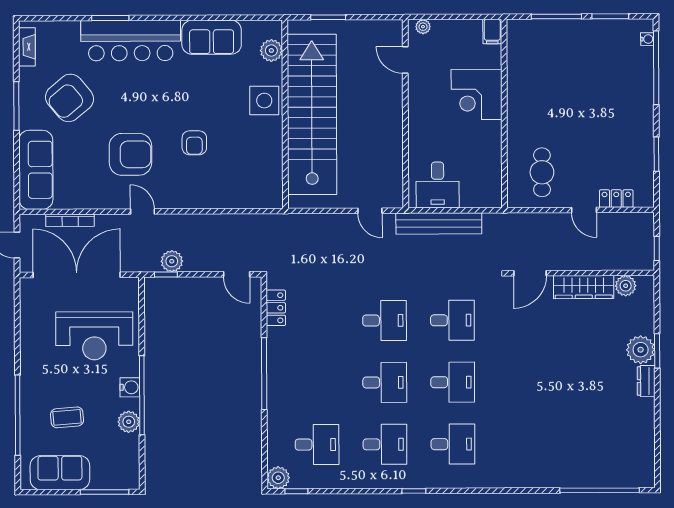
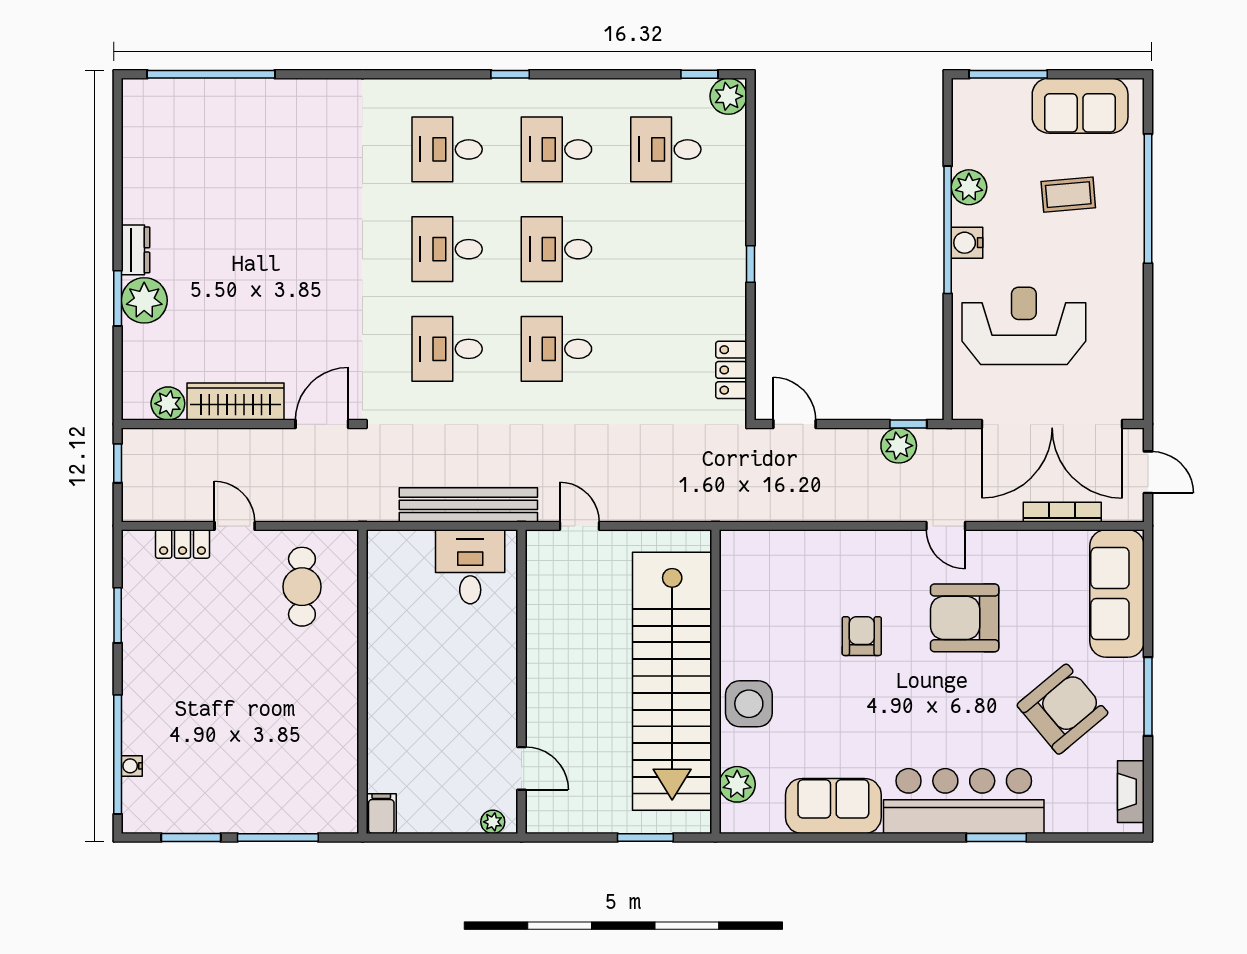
water cooler: (647, 39) -> (132, 766), moved
corner desk: (477, 94) -> (407, 712), removed
window: (264, 374) -> (750, 264), width x0.32

